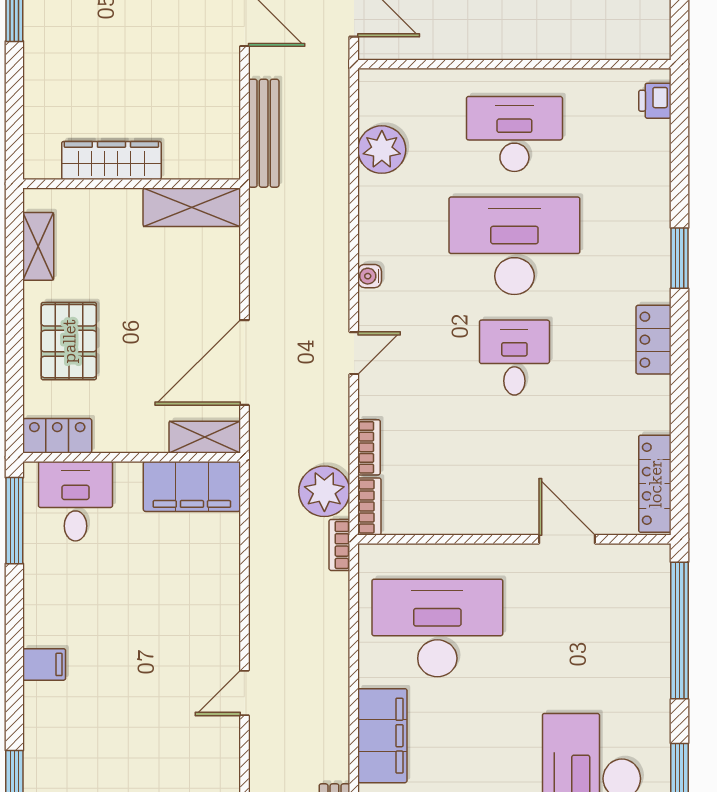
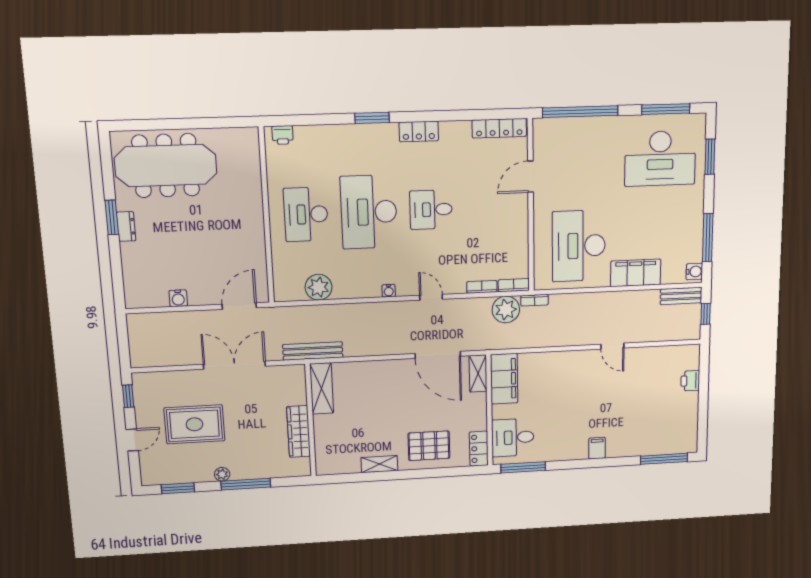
wardrobe: (111, 160) -> (299, 431), moved
wall: (132, 184) -> (311, 420), moved
shelving: (192, 207) -> (322, 388), moved

